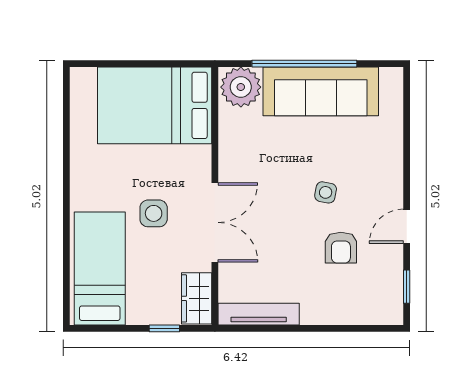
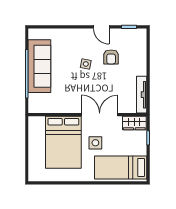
plant: (241, 87) -> (37, 103), removed
bed: (155, 105) -> (63, 142), moved
armchair: (341, 248) -> (111, 57), turned 90

